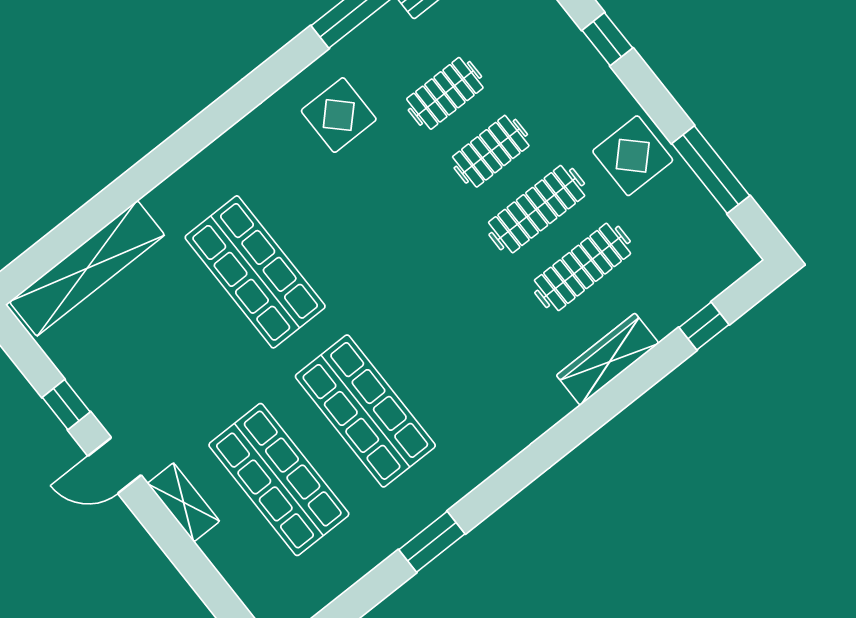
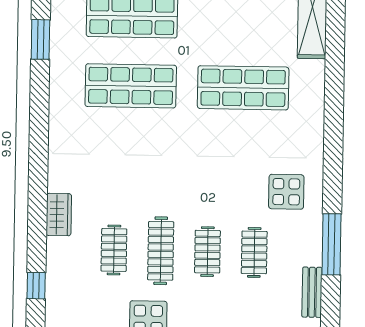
clothes rail: (582, 267) -> (114, 250), width x0.73
wardrobe: (608, 359) -> (59, 215), width x0.67
window: (432, 542) -> (40, 39), moved

